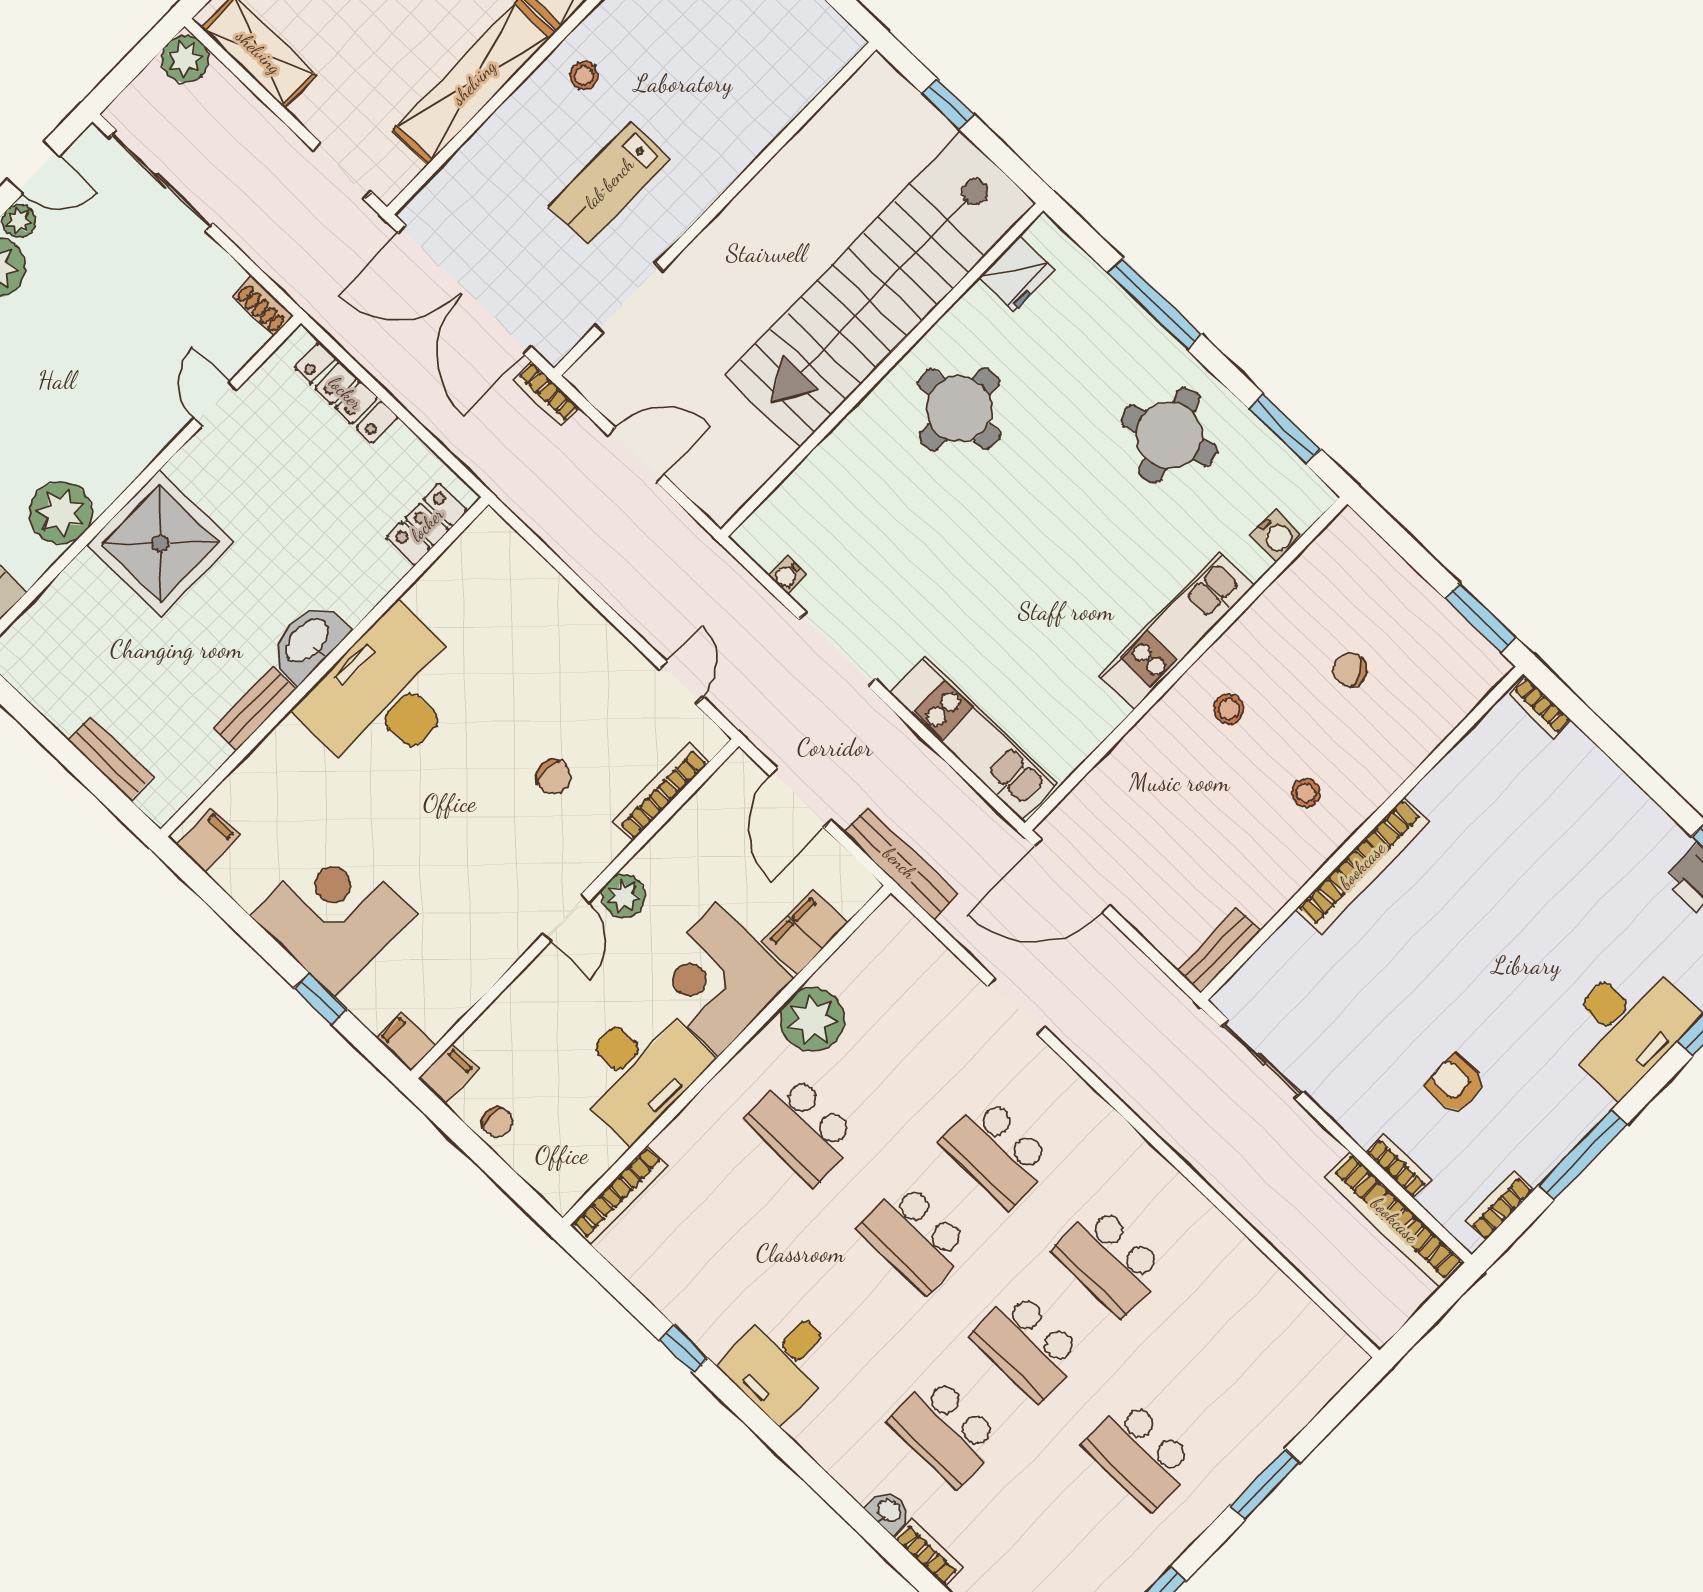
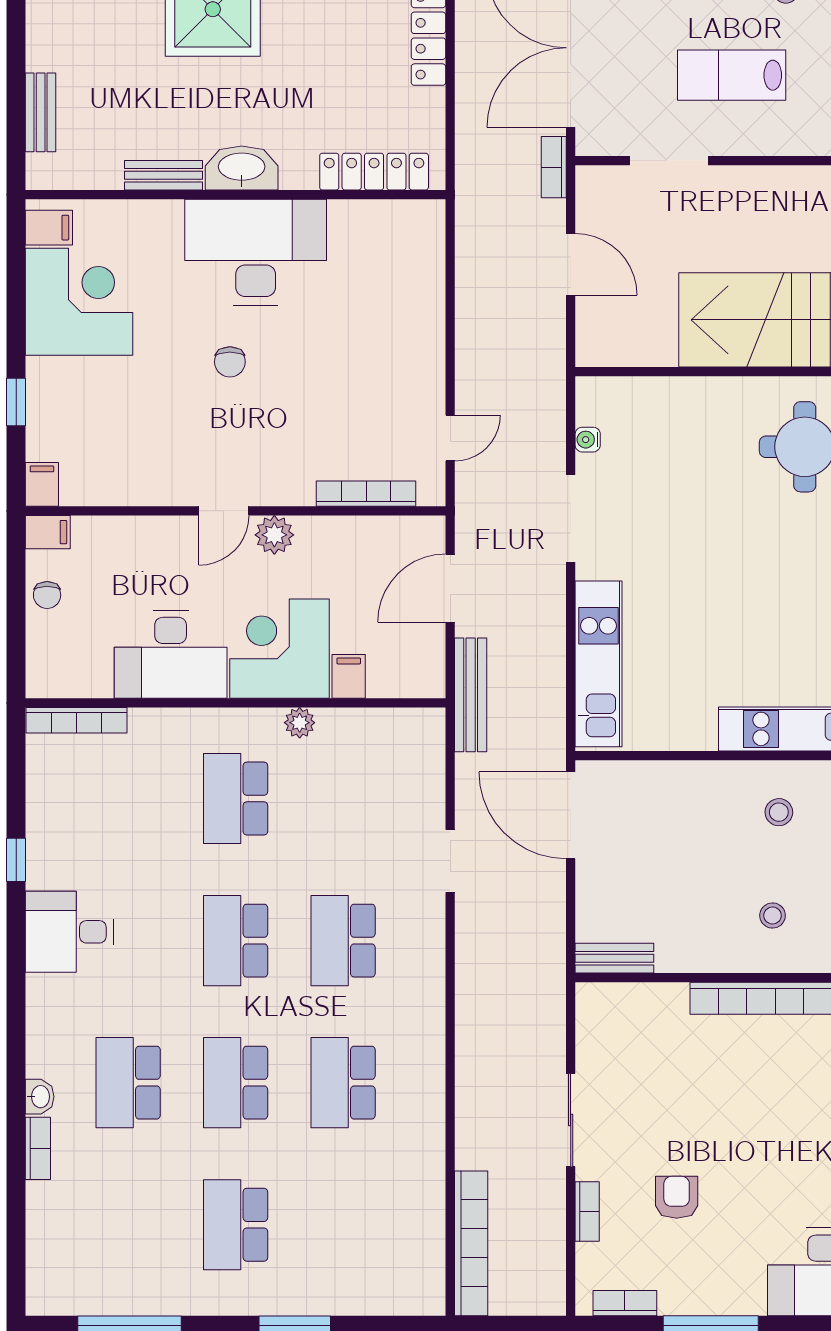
locker: (427, 524) -> (374, 172), width x1.53
chair: (554, 777) -> (230, 362), moved
corner desk: (334, 915) -> (79, 302), moved
filing cabinet: (805, 932) -> (349, 676), width x0.50
plant: (812, 1020) -> (300, 723), width x0.53, depth x0.53
sliding door: (1261, 1059) -> (571, 1120), moved
bookcase: (1395, 1220) -> (471, 1243), moved, turned 180

